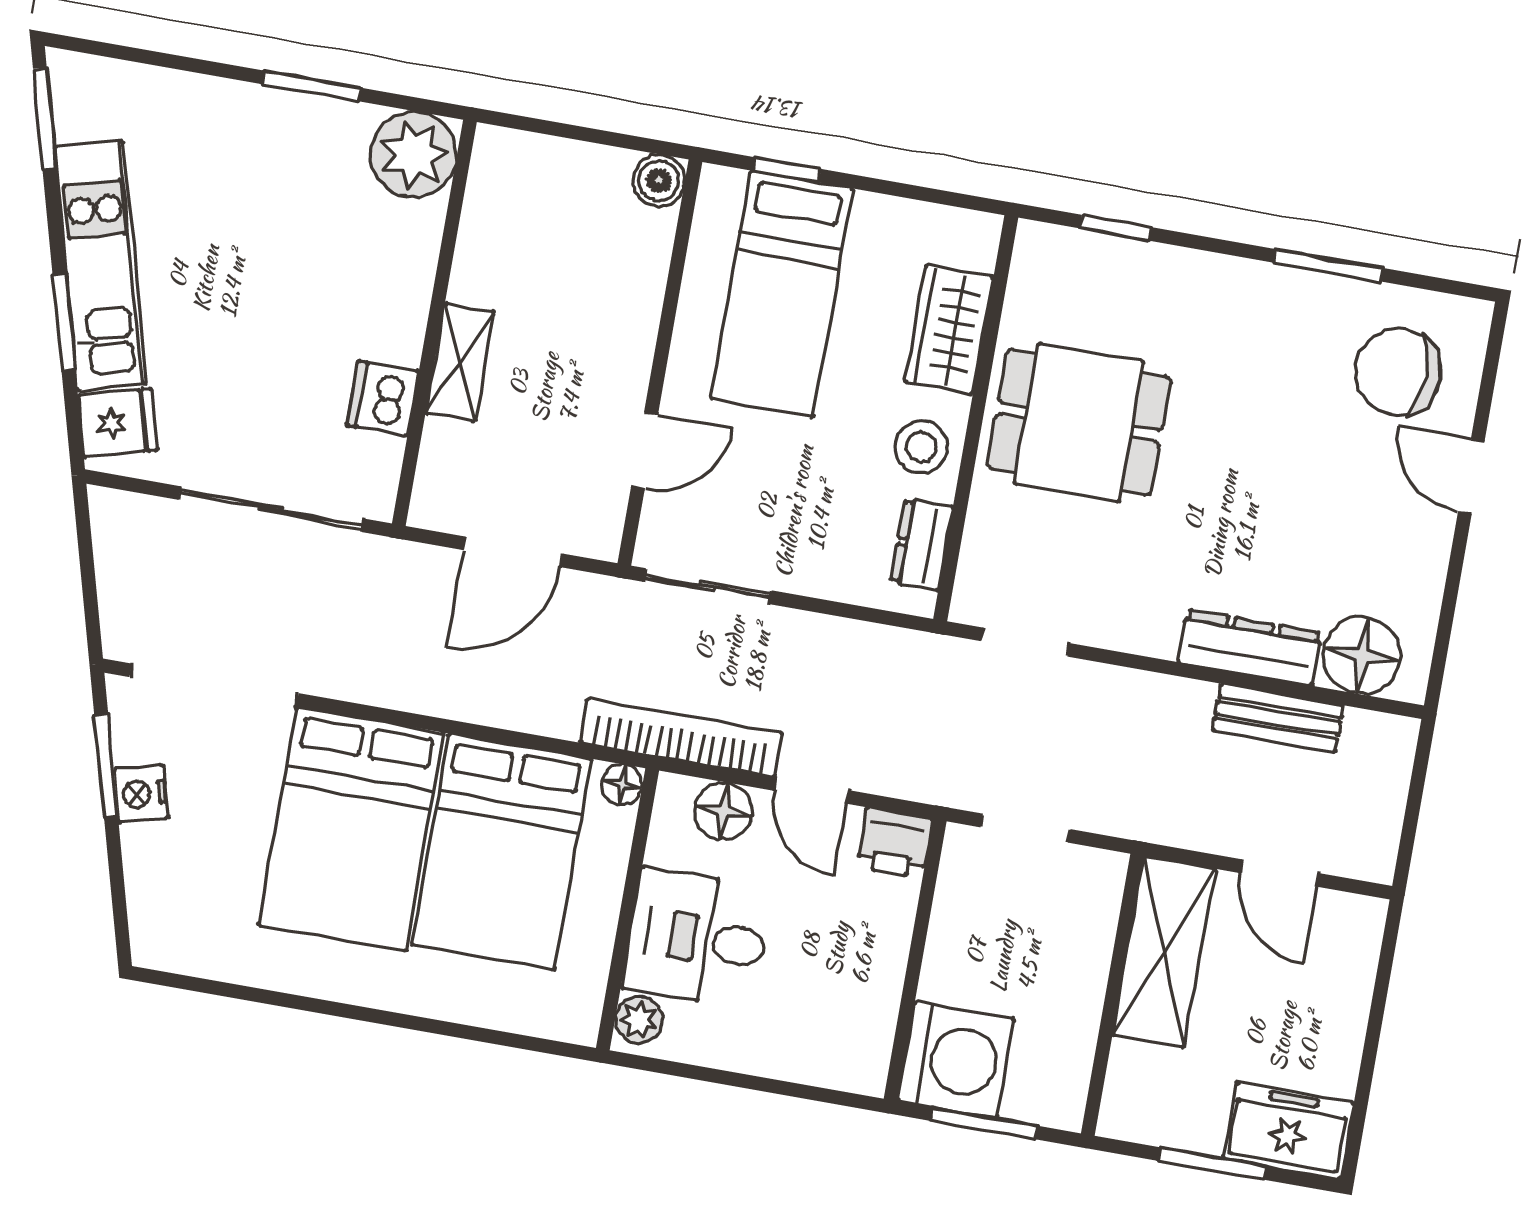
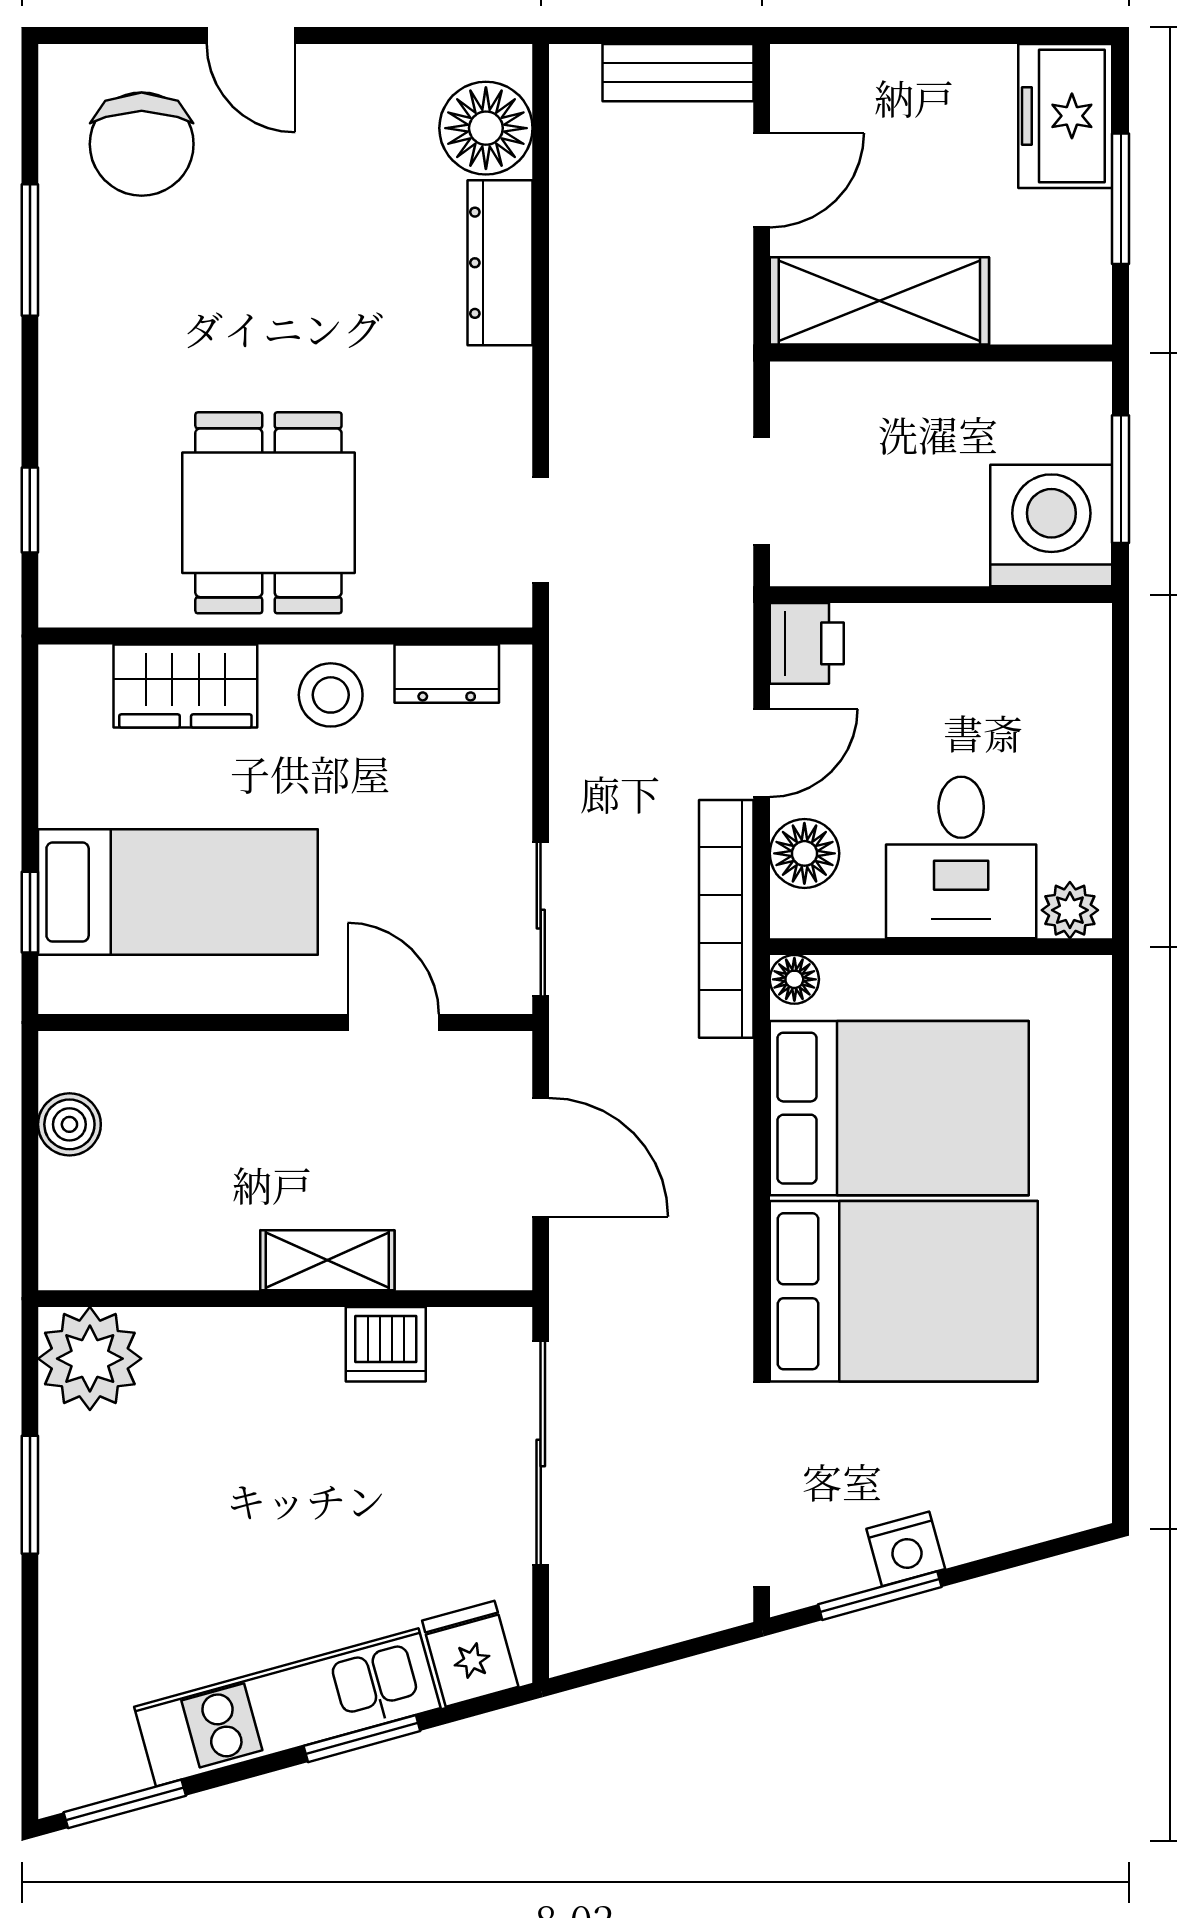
boiler: (659, 181) -> (69, 1124), moved
door: (1471, 477) -> (251, 35), hinge flipped
bench: (1278, 718) -> (678, 73), moved, turned 90

